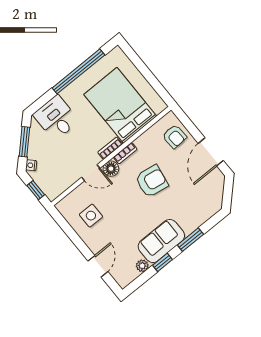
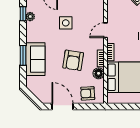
floor lamp: (111, 169) -> (99, 73), moved
side table: (91, 216) -> (66, 23), moved
sofa: (161, 241) -> (35, 59), moved
window: (163, 262) -> (23, 14), moved

